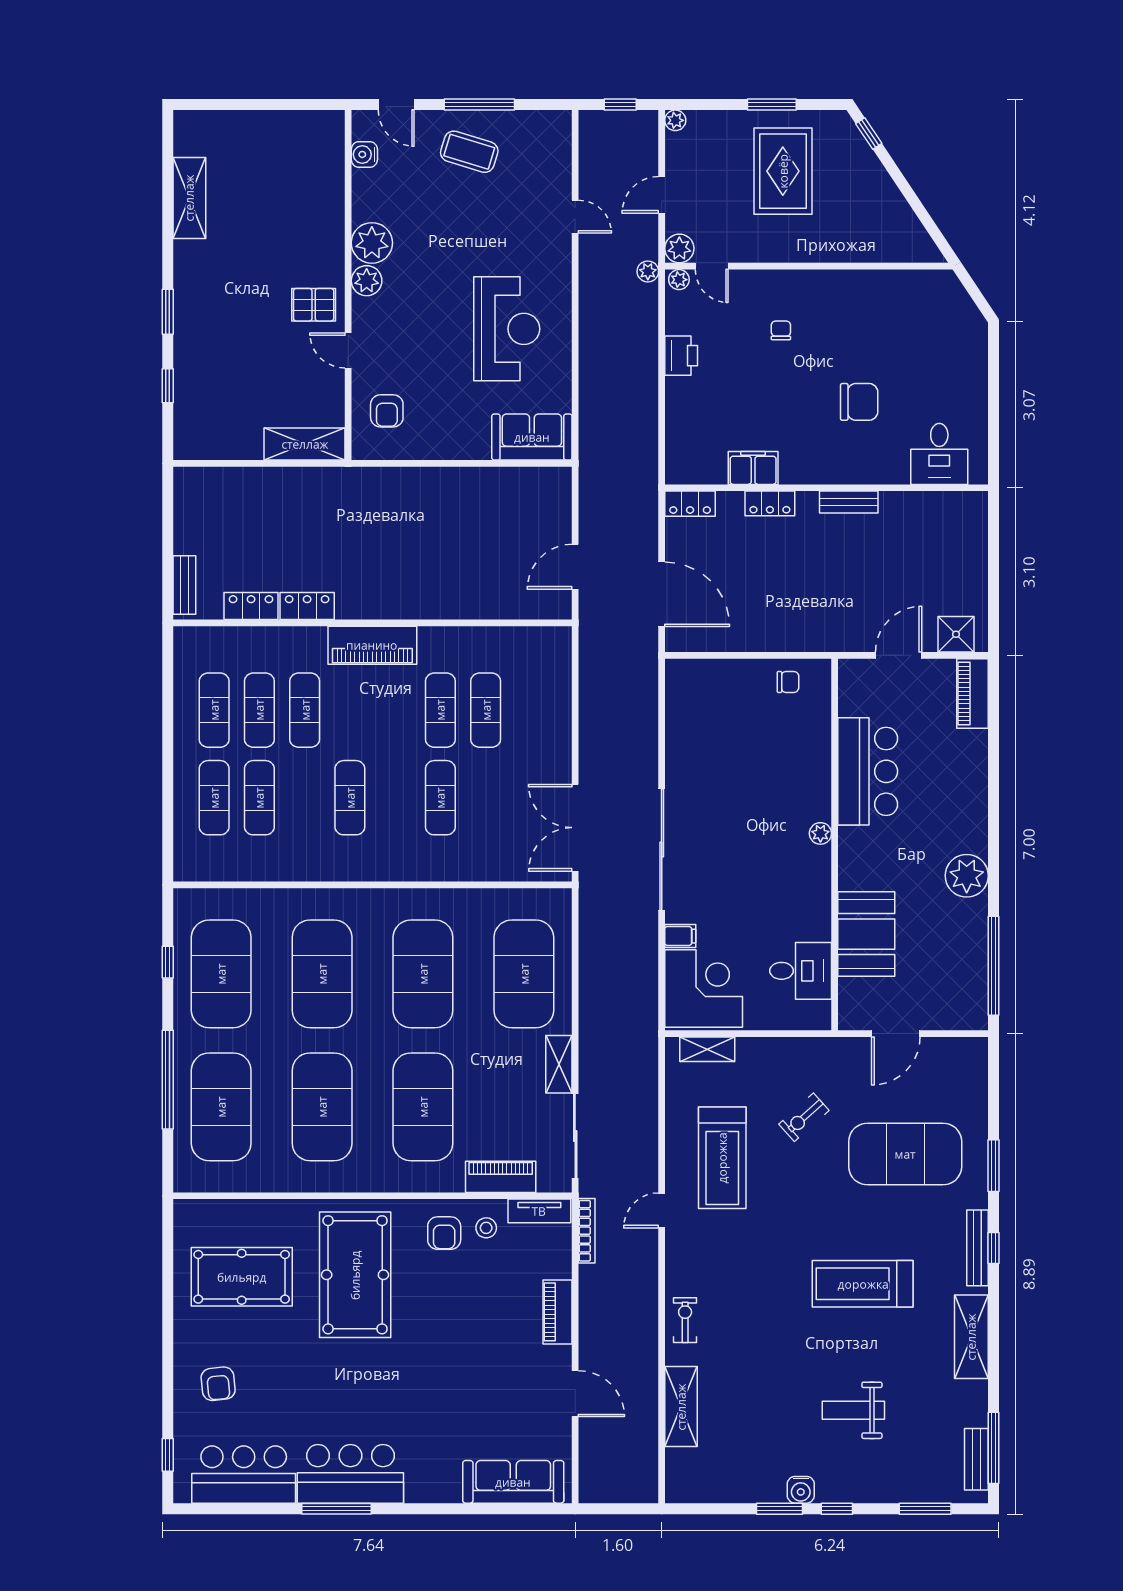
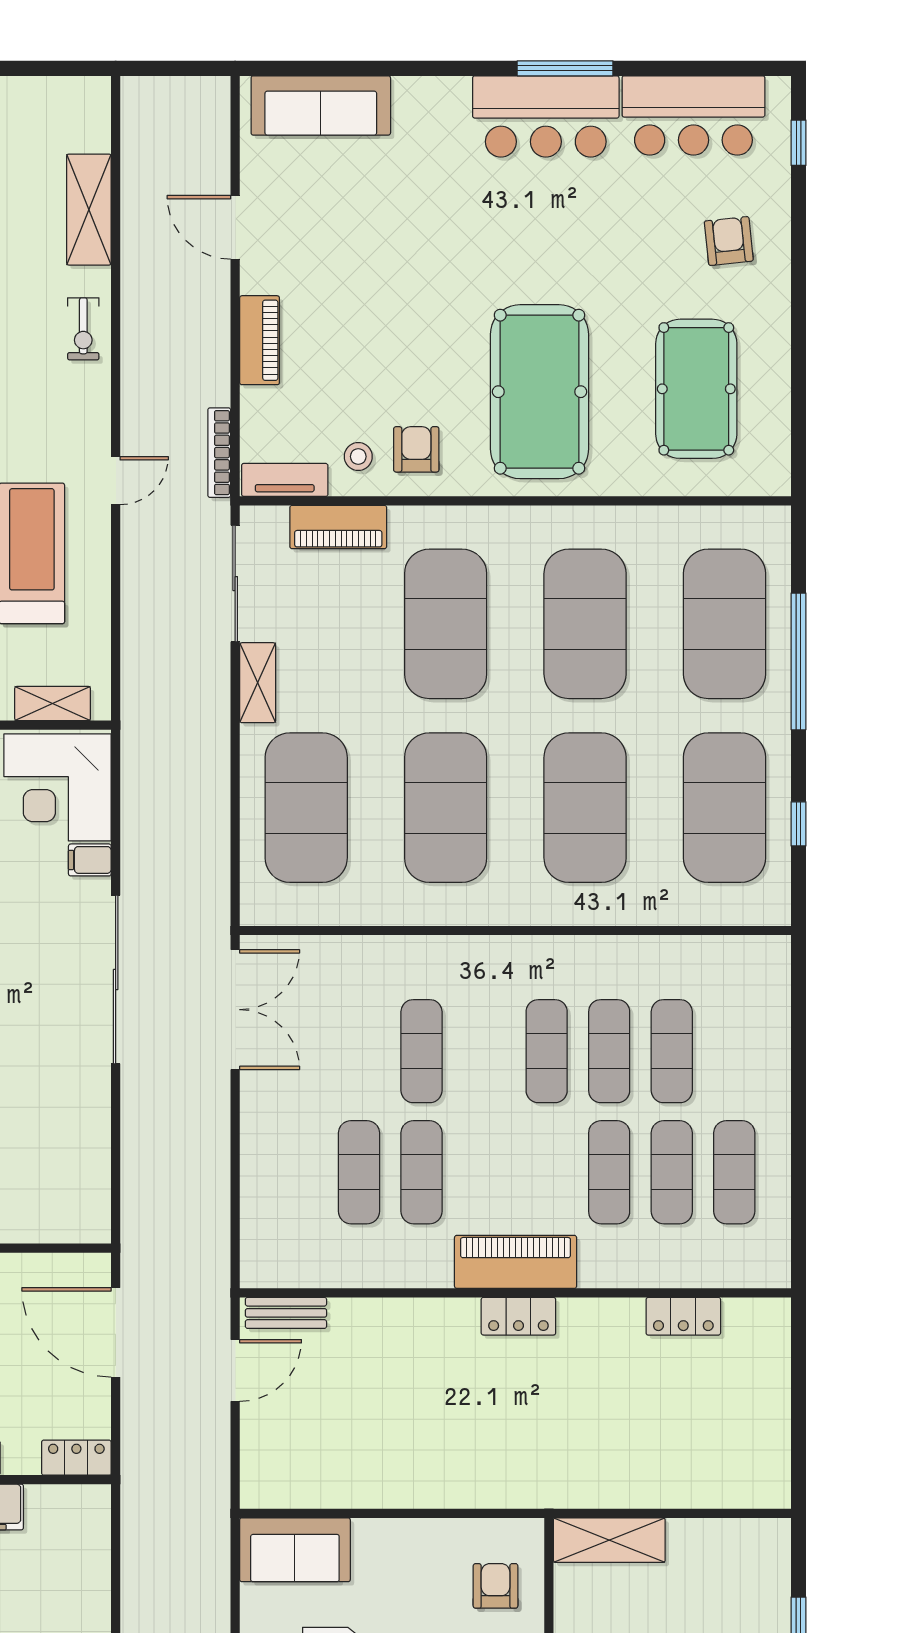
bench: (184, 585) -> (286, 1313), moved, turned 90
locker: (307, 606) -> (518, 1316), moved
exercise mat: (214, 798) -> (609, 1051), moved
pool table: (242, 1277) -> (696, 389), turned 90

